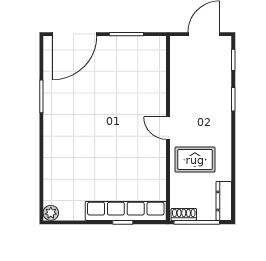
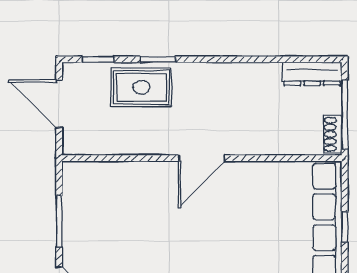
door: (168, 128) -> (202, 158), width x1.38
rug: (195, 160) -> (141, 87), moved, turned 90

